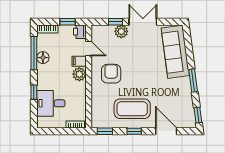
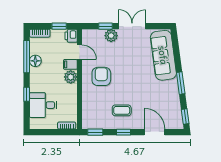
coffee table: (132, 109) -> (122, 110), width x0.54, depth x0.58

